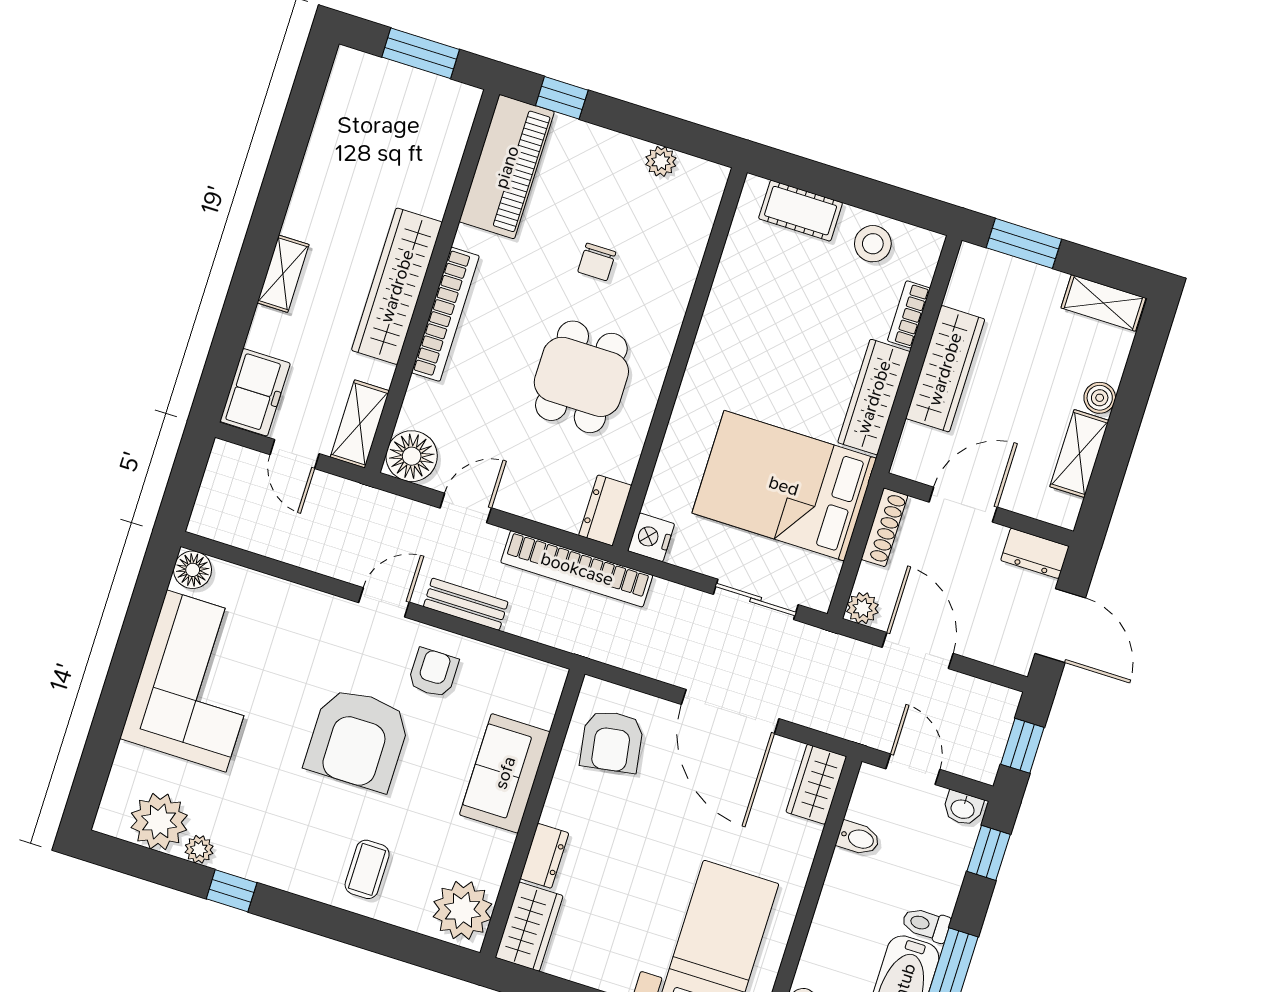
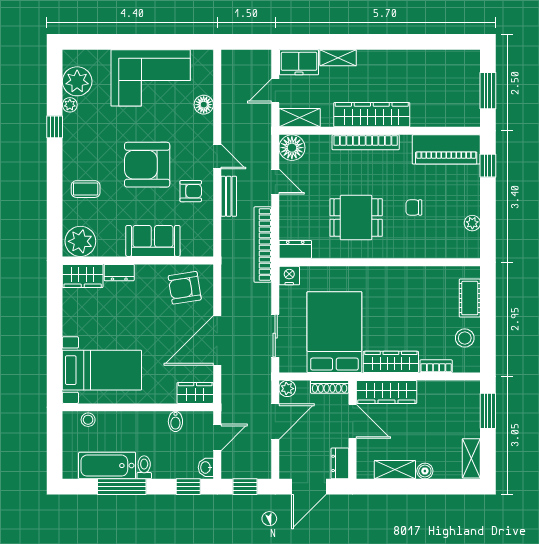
shelving: (283, 274) -> (338, 58), moved
wardrobe: (945, 369) -> (386, 392), moved
floor lamp: (193, 570) -> (204, 105), moved

